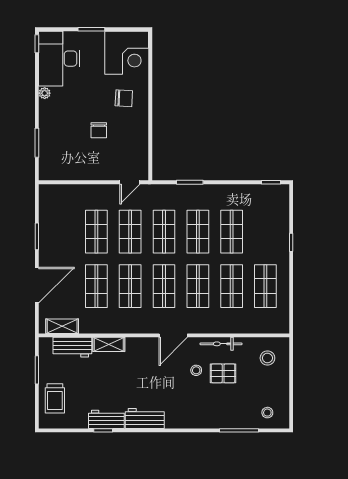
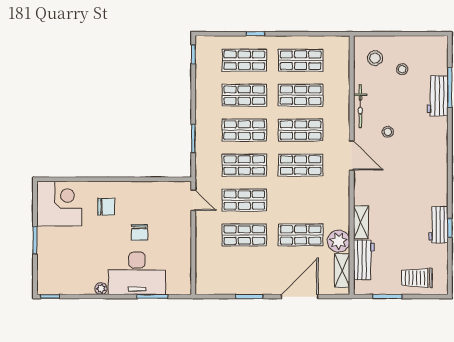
desk: (59, 59) -> (137, 273), moved
chair: (124, 98) -> (106, 207), turned 87
chair: (99, 130) -> (139, 233), turned 90
door: (37, 285) -> (300, 297), hinge flipped
shop shelf: (130, 286) -> (244, 60), moved
plant: (90, 323) -> (339, 241), added
pallet: (223, 373) -> (391, 104), removed
trolley: (55, 398) -> (417, 278), turned 180
stool: (267, 413) -> (402, 69), moved
workbench: (145, 418) -> (438, 96), moved

